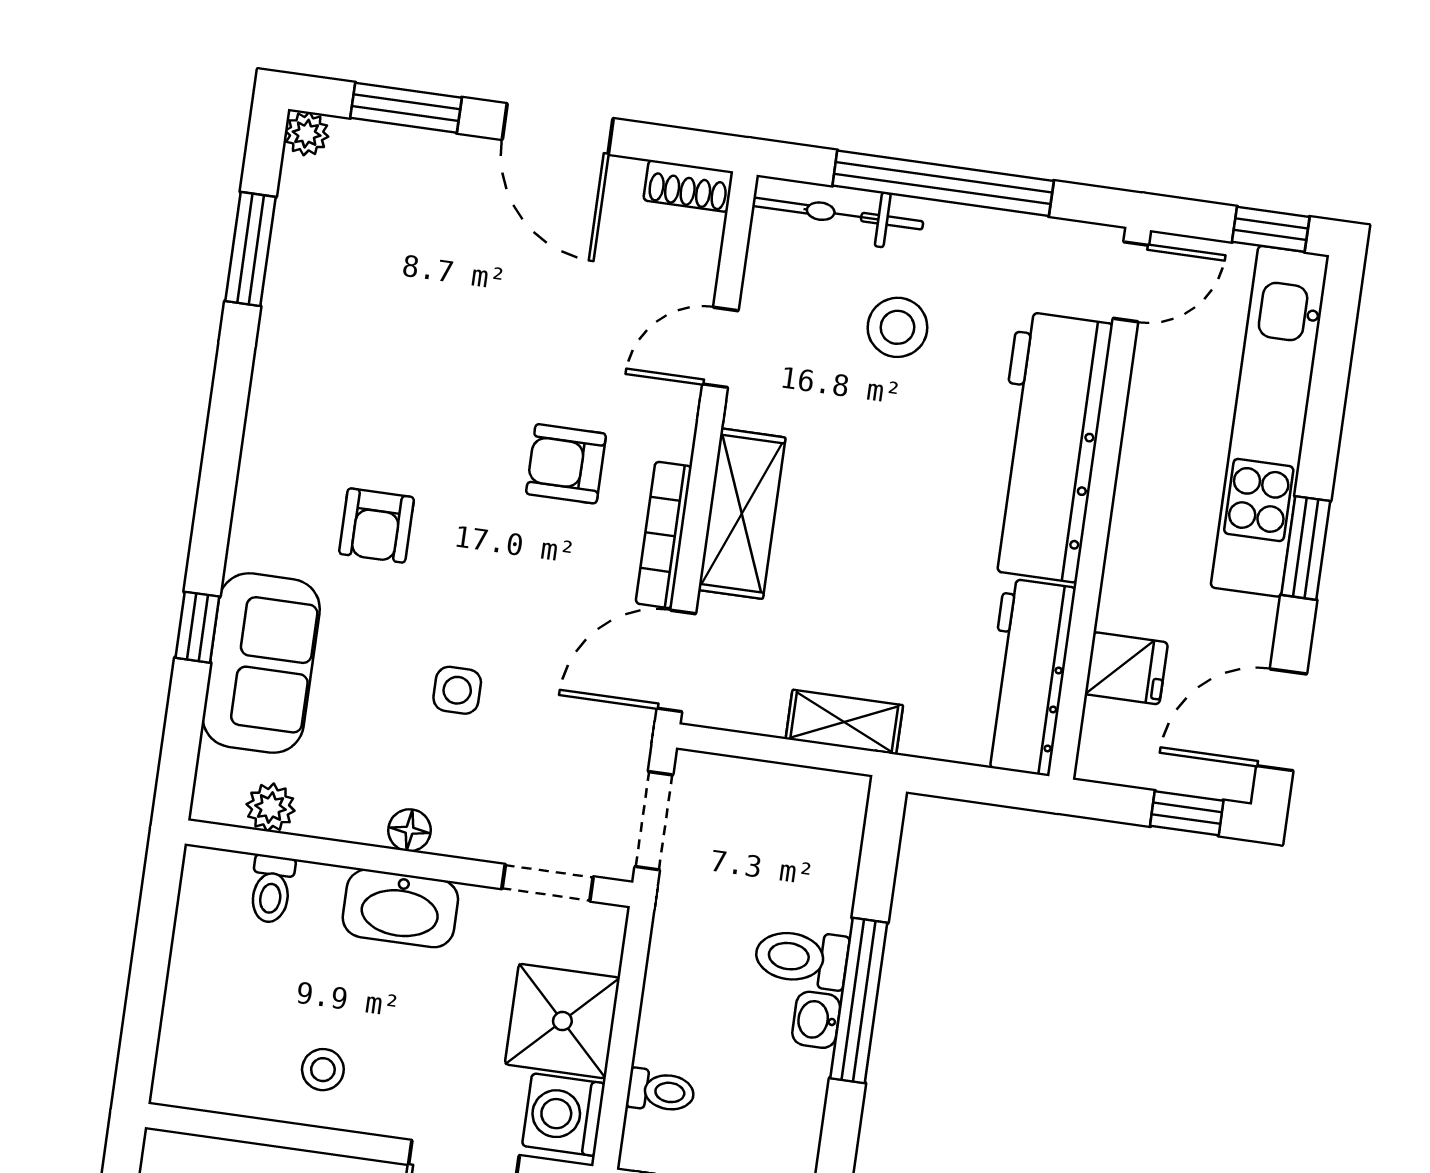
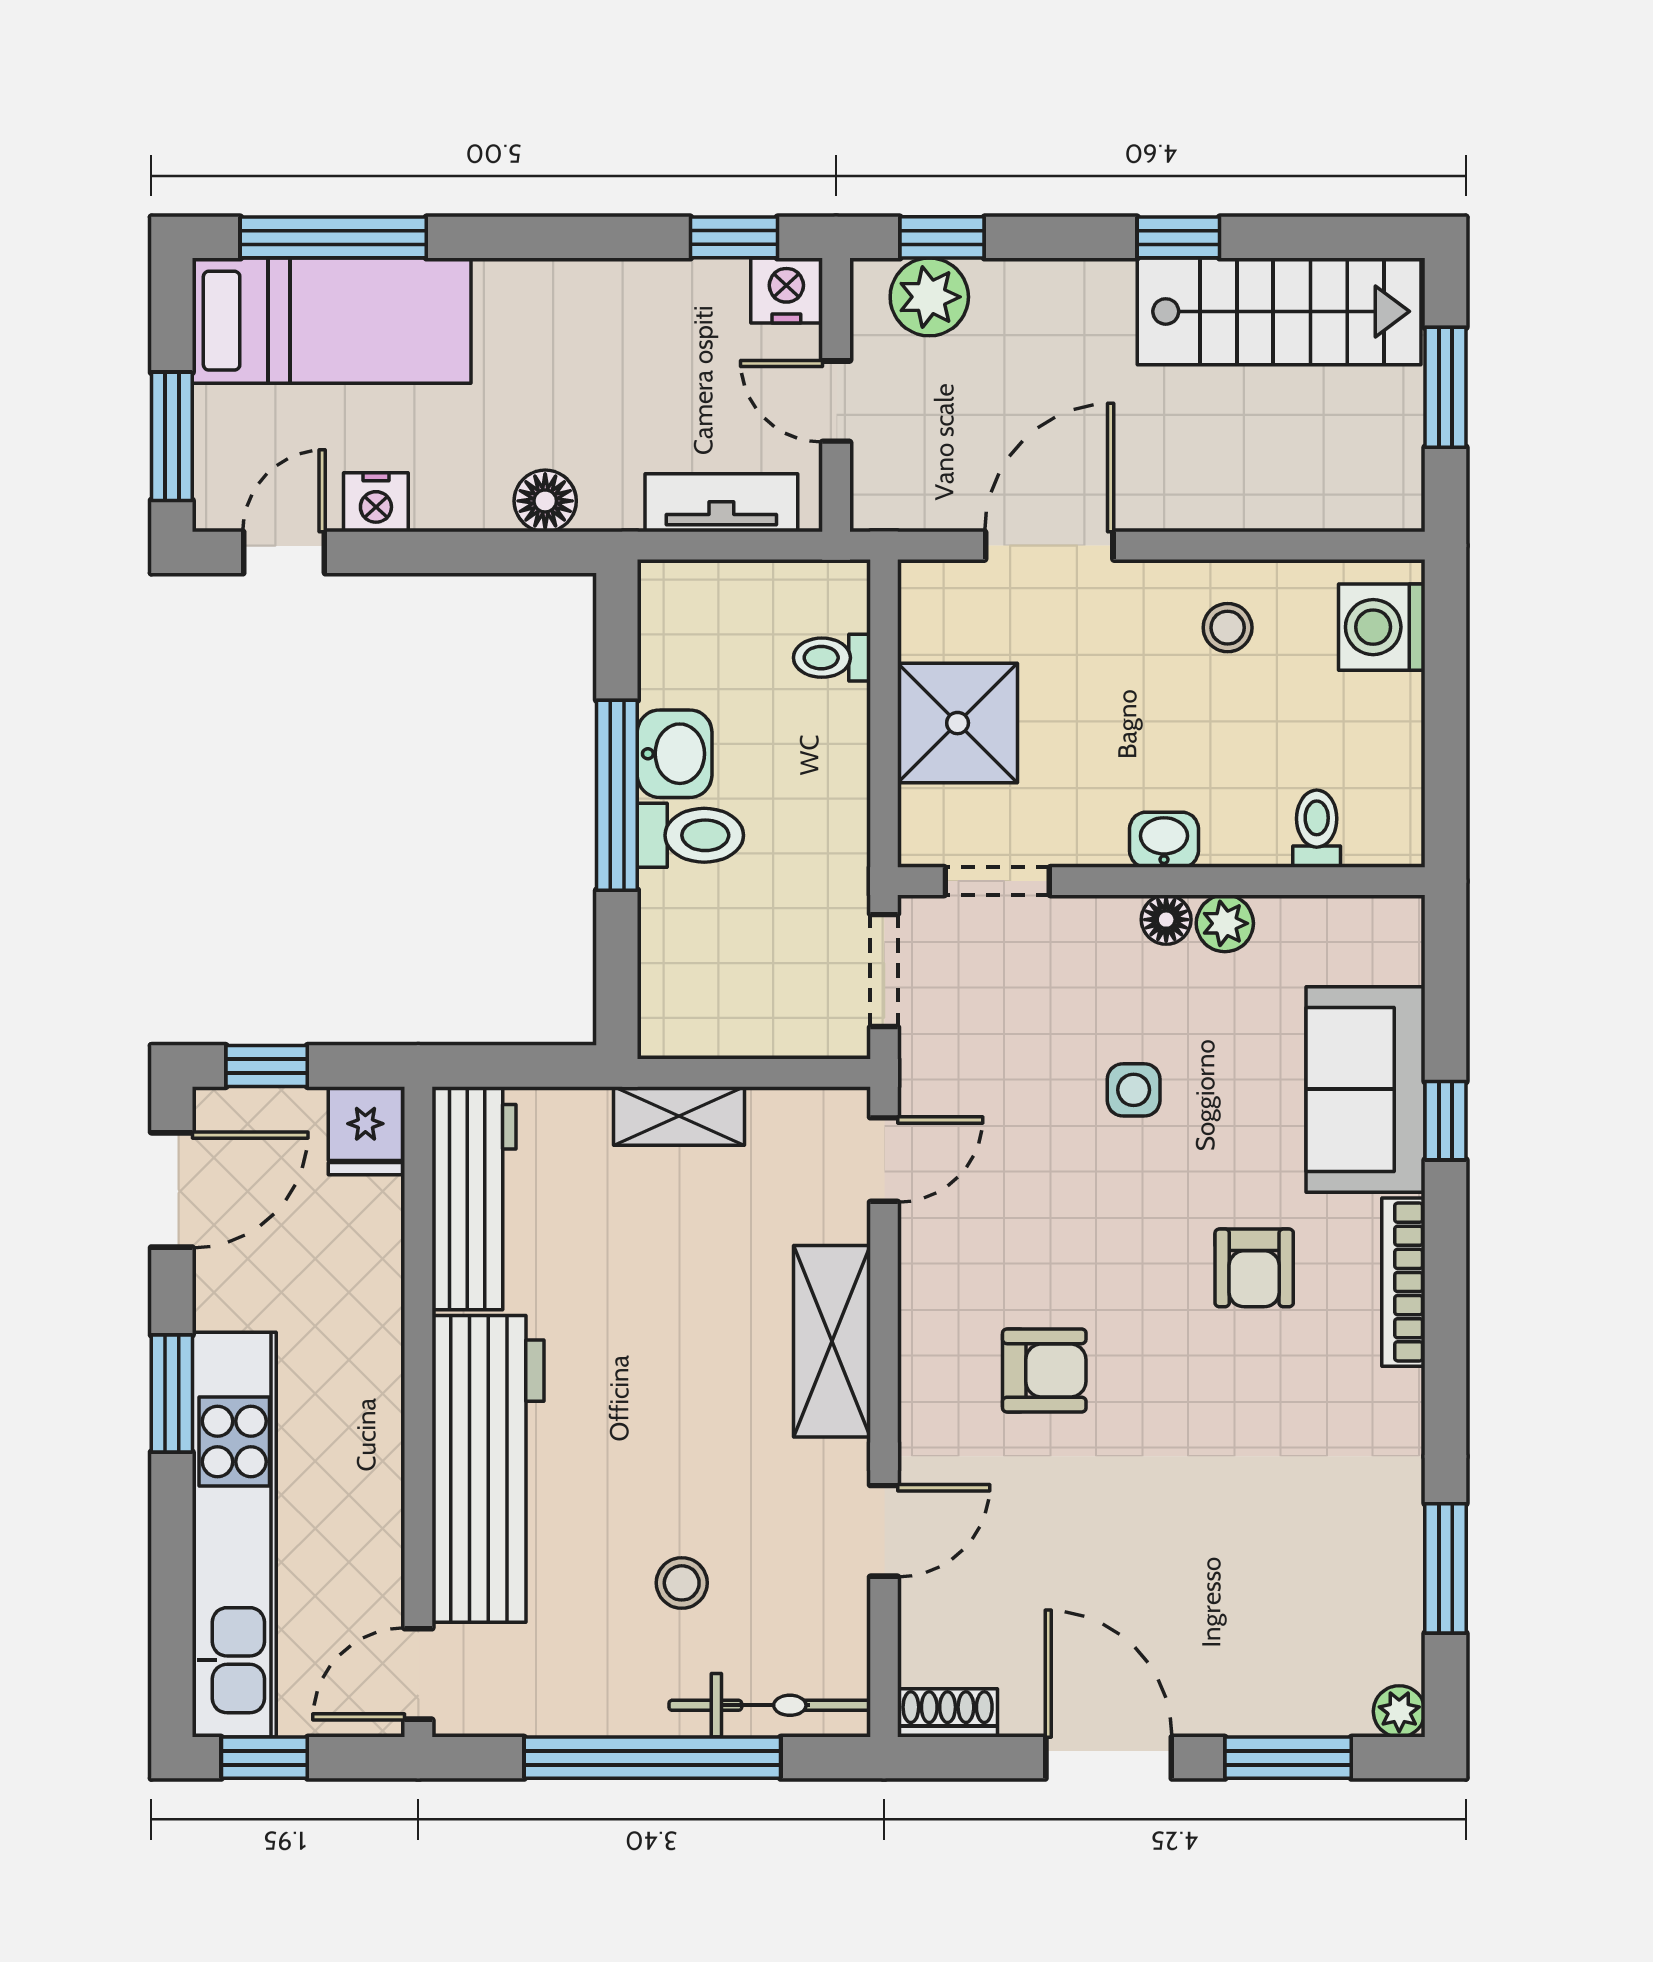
stool: (897, 327) -> (682, 1583), width x0.73, depth x0.73
armchair: (376, 526) -> (1254, 1268), turned 180
bookcase: (664, 535) -> (1403, 1282), moved, turned 180
door: (676, 661) -> (884, 1160), width x0.73
fridge: (1126, 668) -> (365, 1131), moved, turned -90
plant: (271, 807) -> (1225, 923), moved
washbasin: (400, 908) -> (1164, 840), width x0.52, depth x0.69
washbasin: (816, 1020) -> (675, 754), width x1.38, depth x1.45
washing machine: (564, 1115) -> (1382, 627), moved, turned 180

